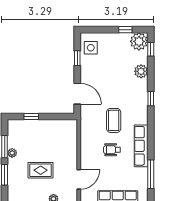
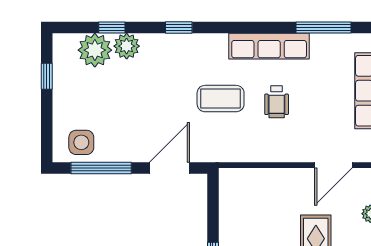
plant: (139, 41) -> (95, 50), moved
window: (151, 49) -> (112, 27), moved
window: (77, 58) -> (101, 168), width x2.17
door: (79, 179) -> (333, 165), swing flipped

